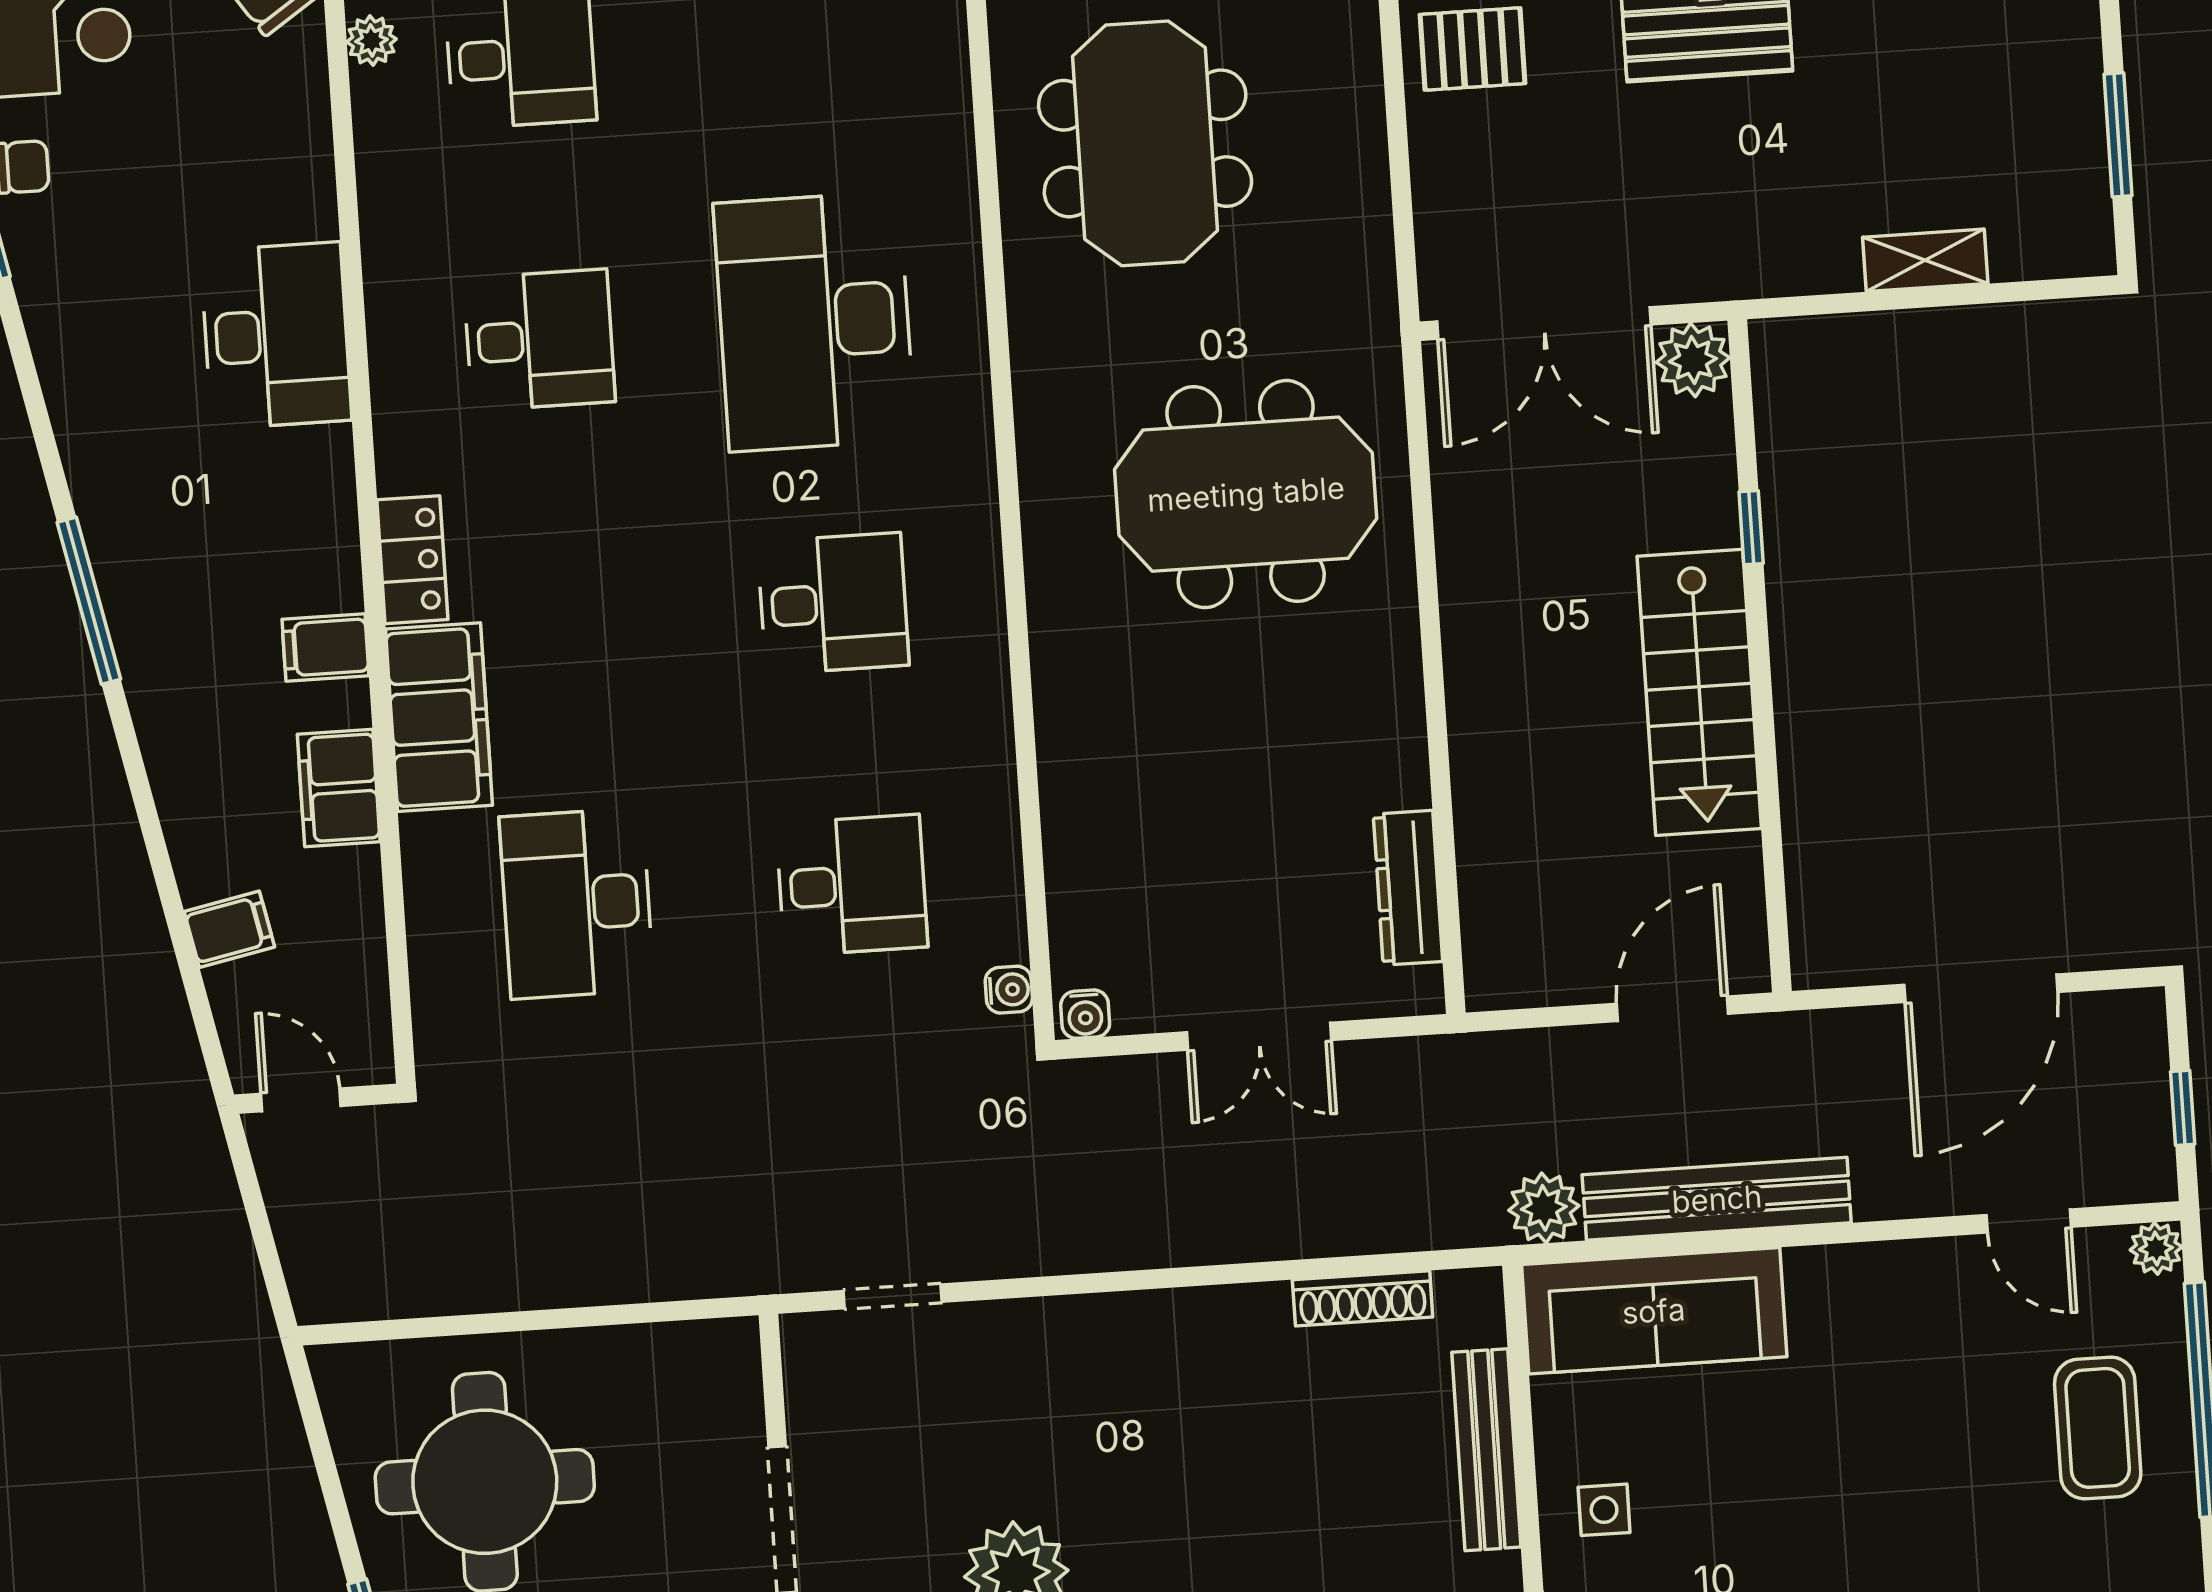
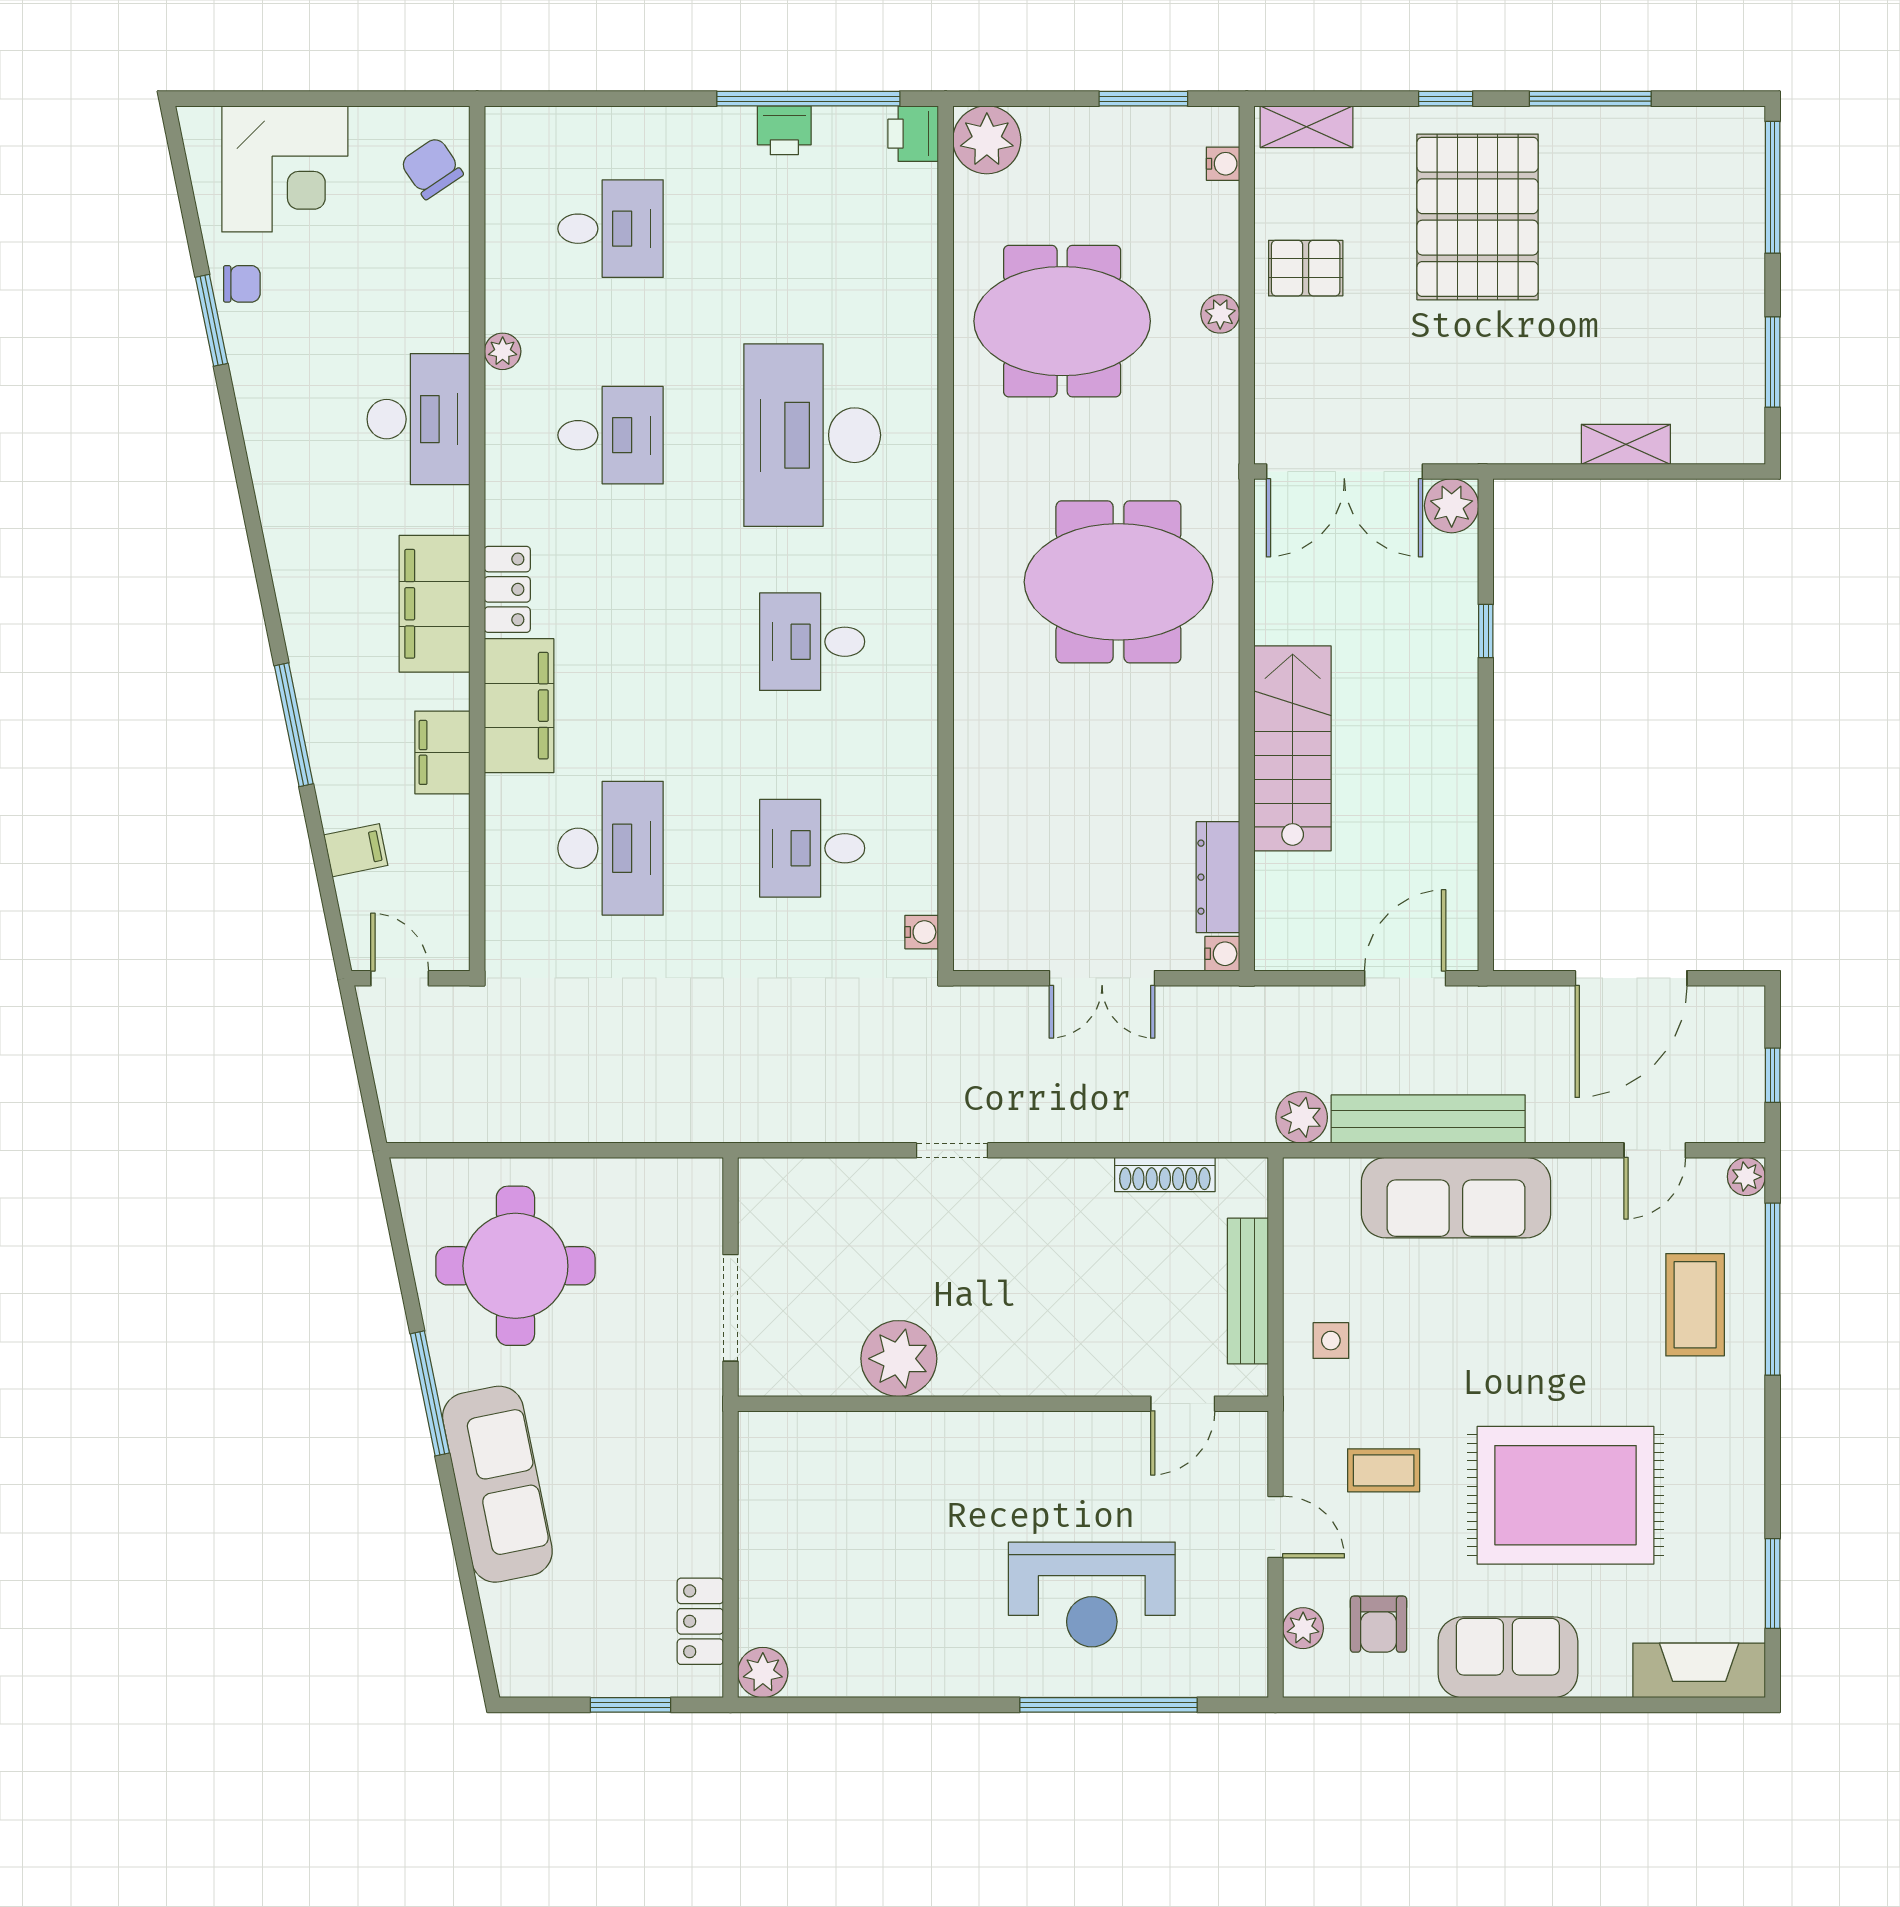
plant: (371, 41) -> (503, 351), moved
plant: (1360, 119) -> (1220, 314), added
meeting table: (1145, 143) -> (1062, 321), turned 90
window: (89, 601) -> (294, 725), moved
desk: (833, 603) -> (812, 642), turned 180
filing cabinet: (326, 648) -> (435, 604), width x3.00, depth x1.17
stairs: (1699, 692) -> (1293, 748), moved, turned 180
desk: (852, 885) -> (812, 848), turned 180
desk: (577, 903) -> (611, 848), turned 180
water cooler: (1085, 1014) -> (1222, 954), moved, turned -90
door: (2029, 1221) -> (1655, 1150), hinge flipped
doorway: (893, 1296) -> (952, 1150), moved
sofa: (1654, 1311) -> (1456, 1198), moved

